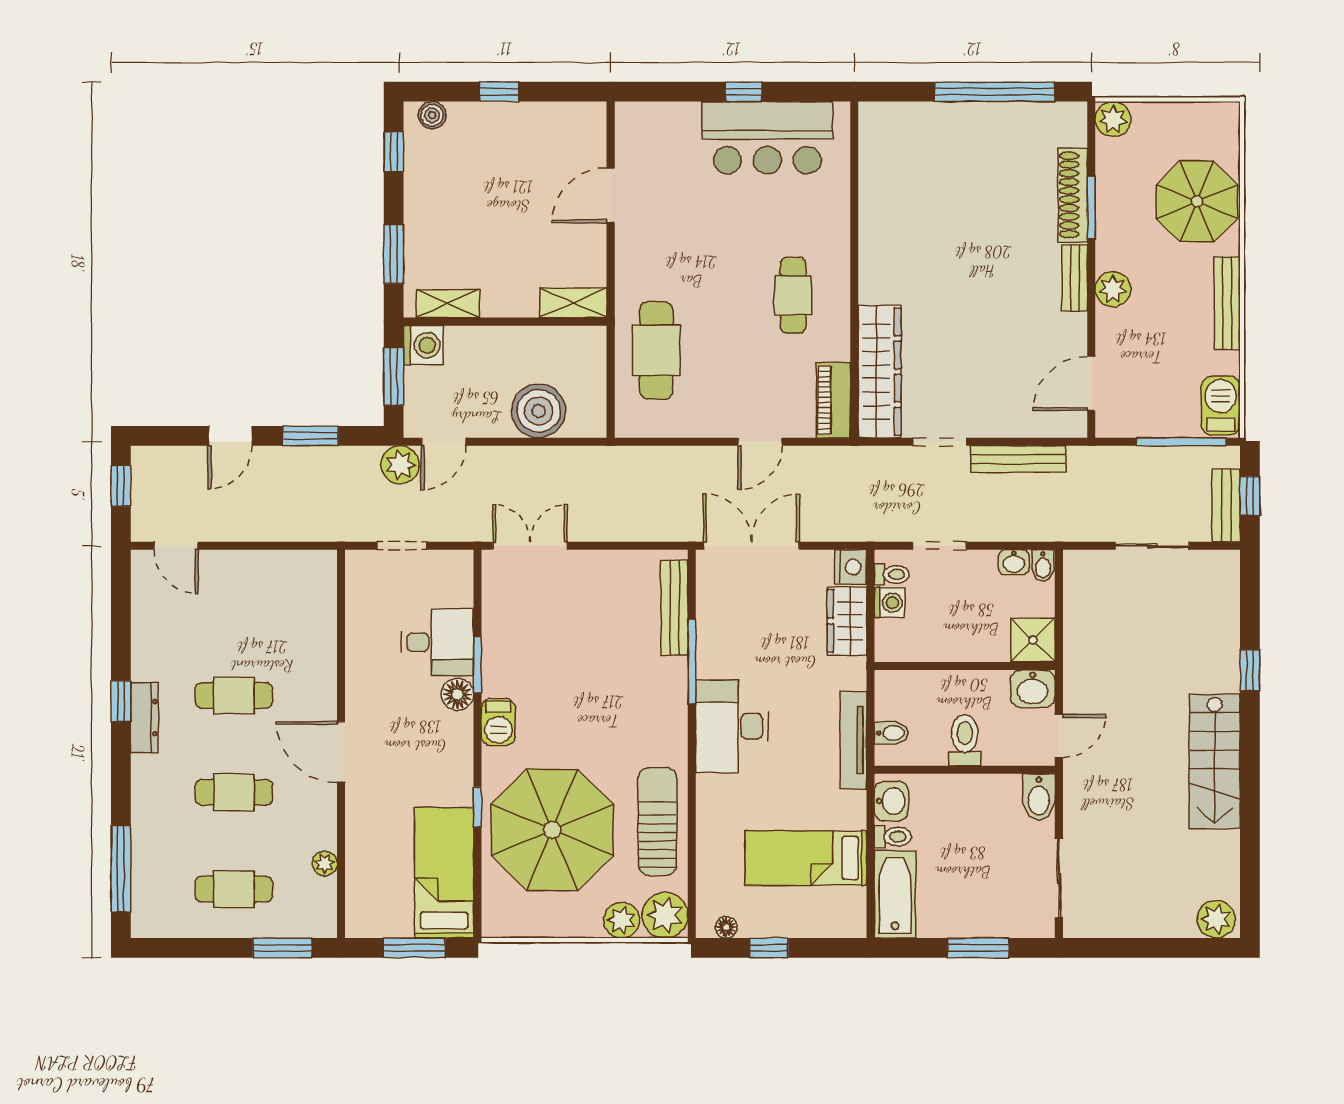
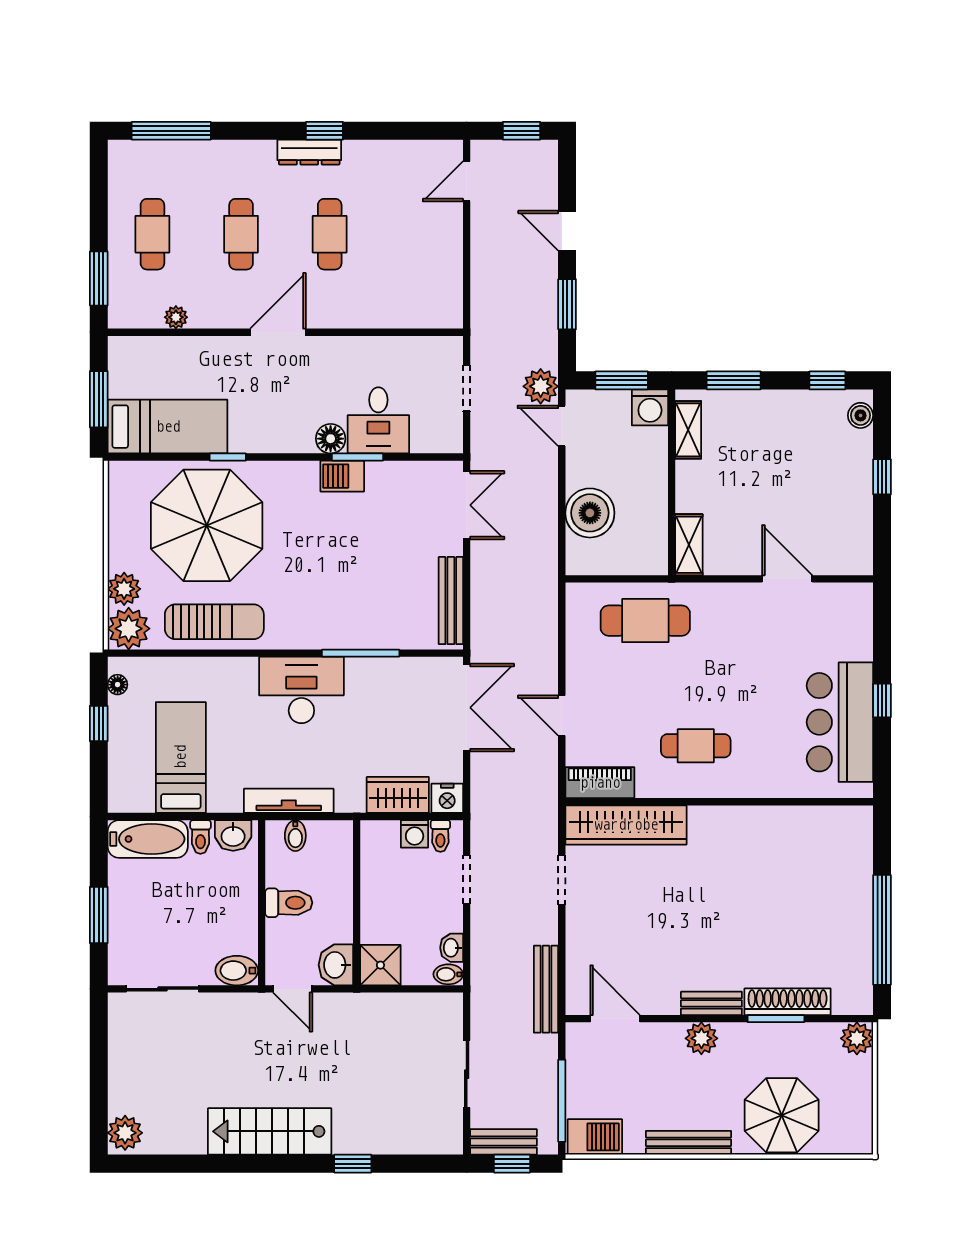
bench: (1018, 459) -> (546, 989), moved
bench: (675, 608) -> (451, 601), moved, turned 90
barbecue: (498, 722) -> (342, 476), moved

